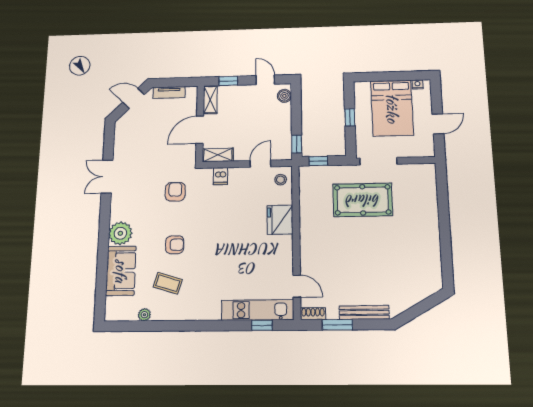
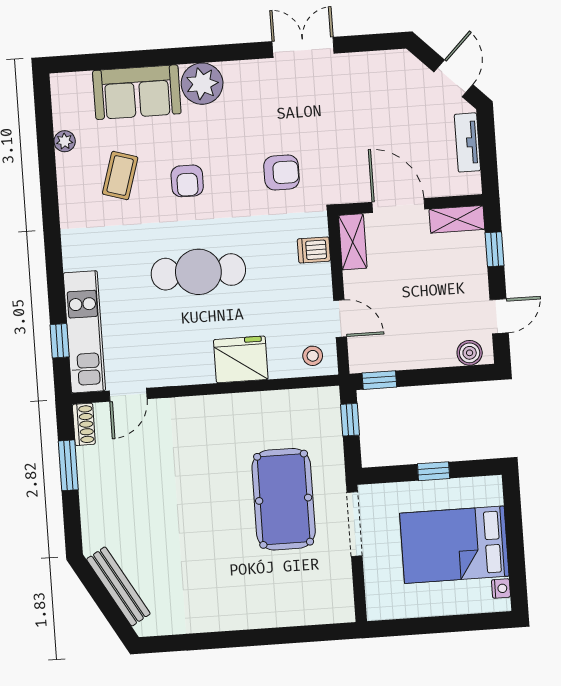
door: (438, 124) -> (428, 625), removed
cafe table: (228, 241) -> (198, 272), added
bench: (364, 312) -> (118, 586), moved, turned -30

